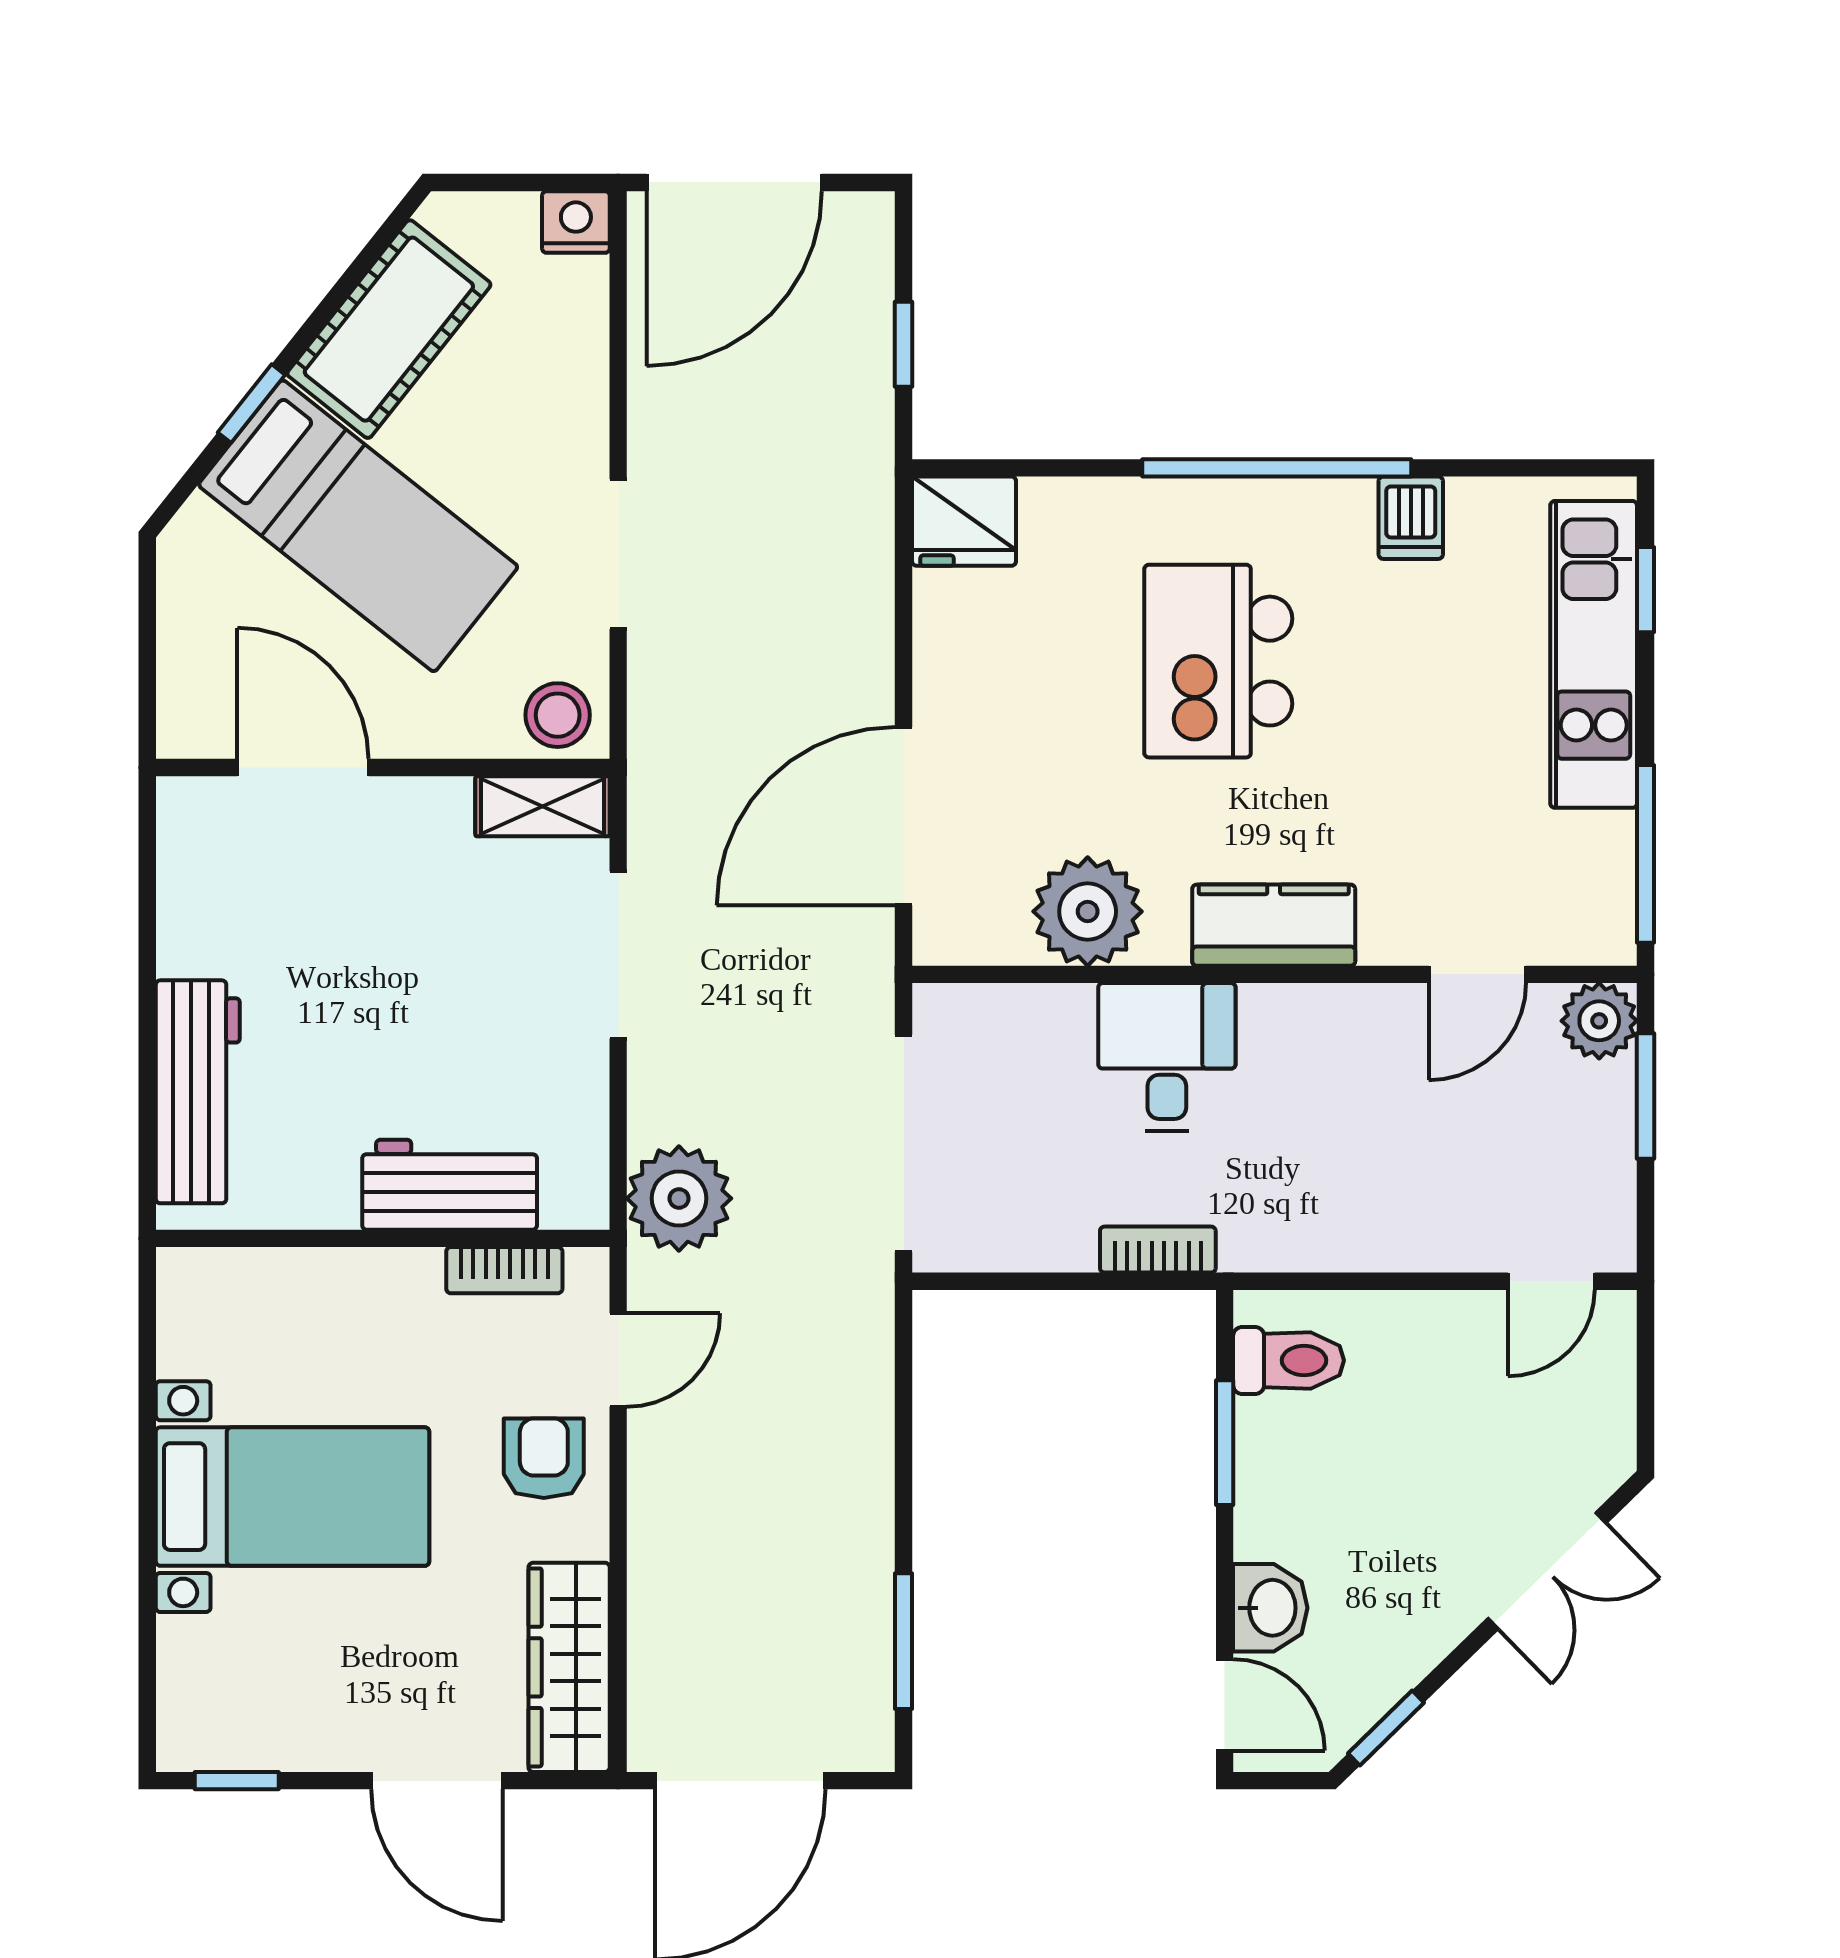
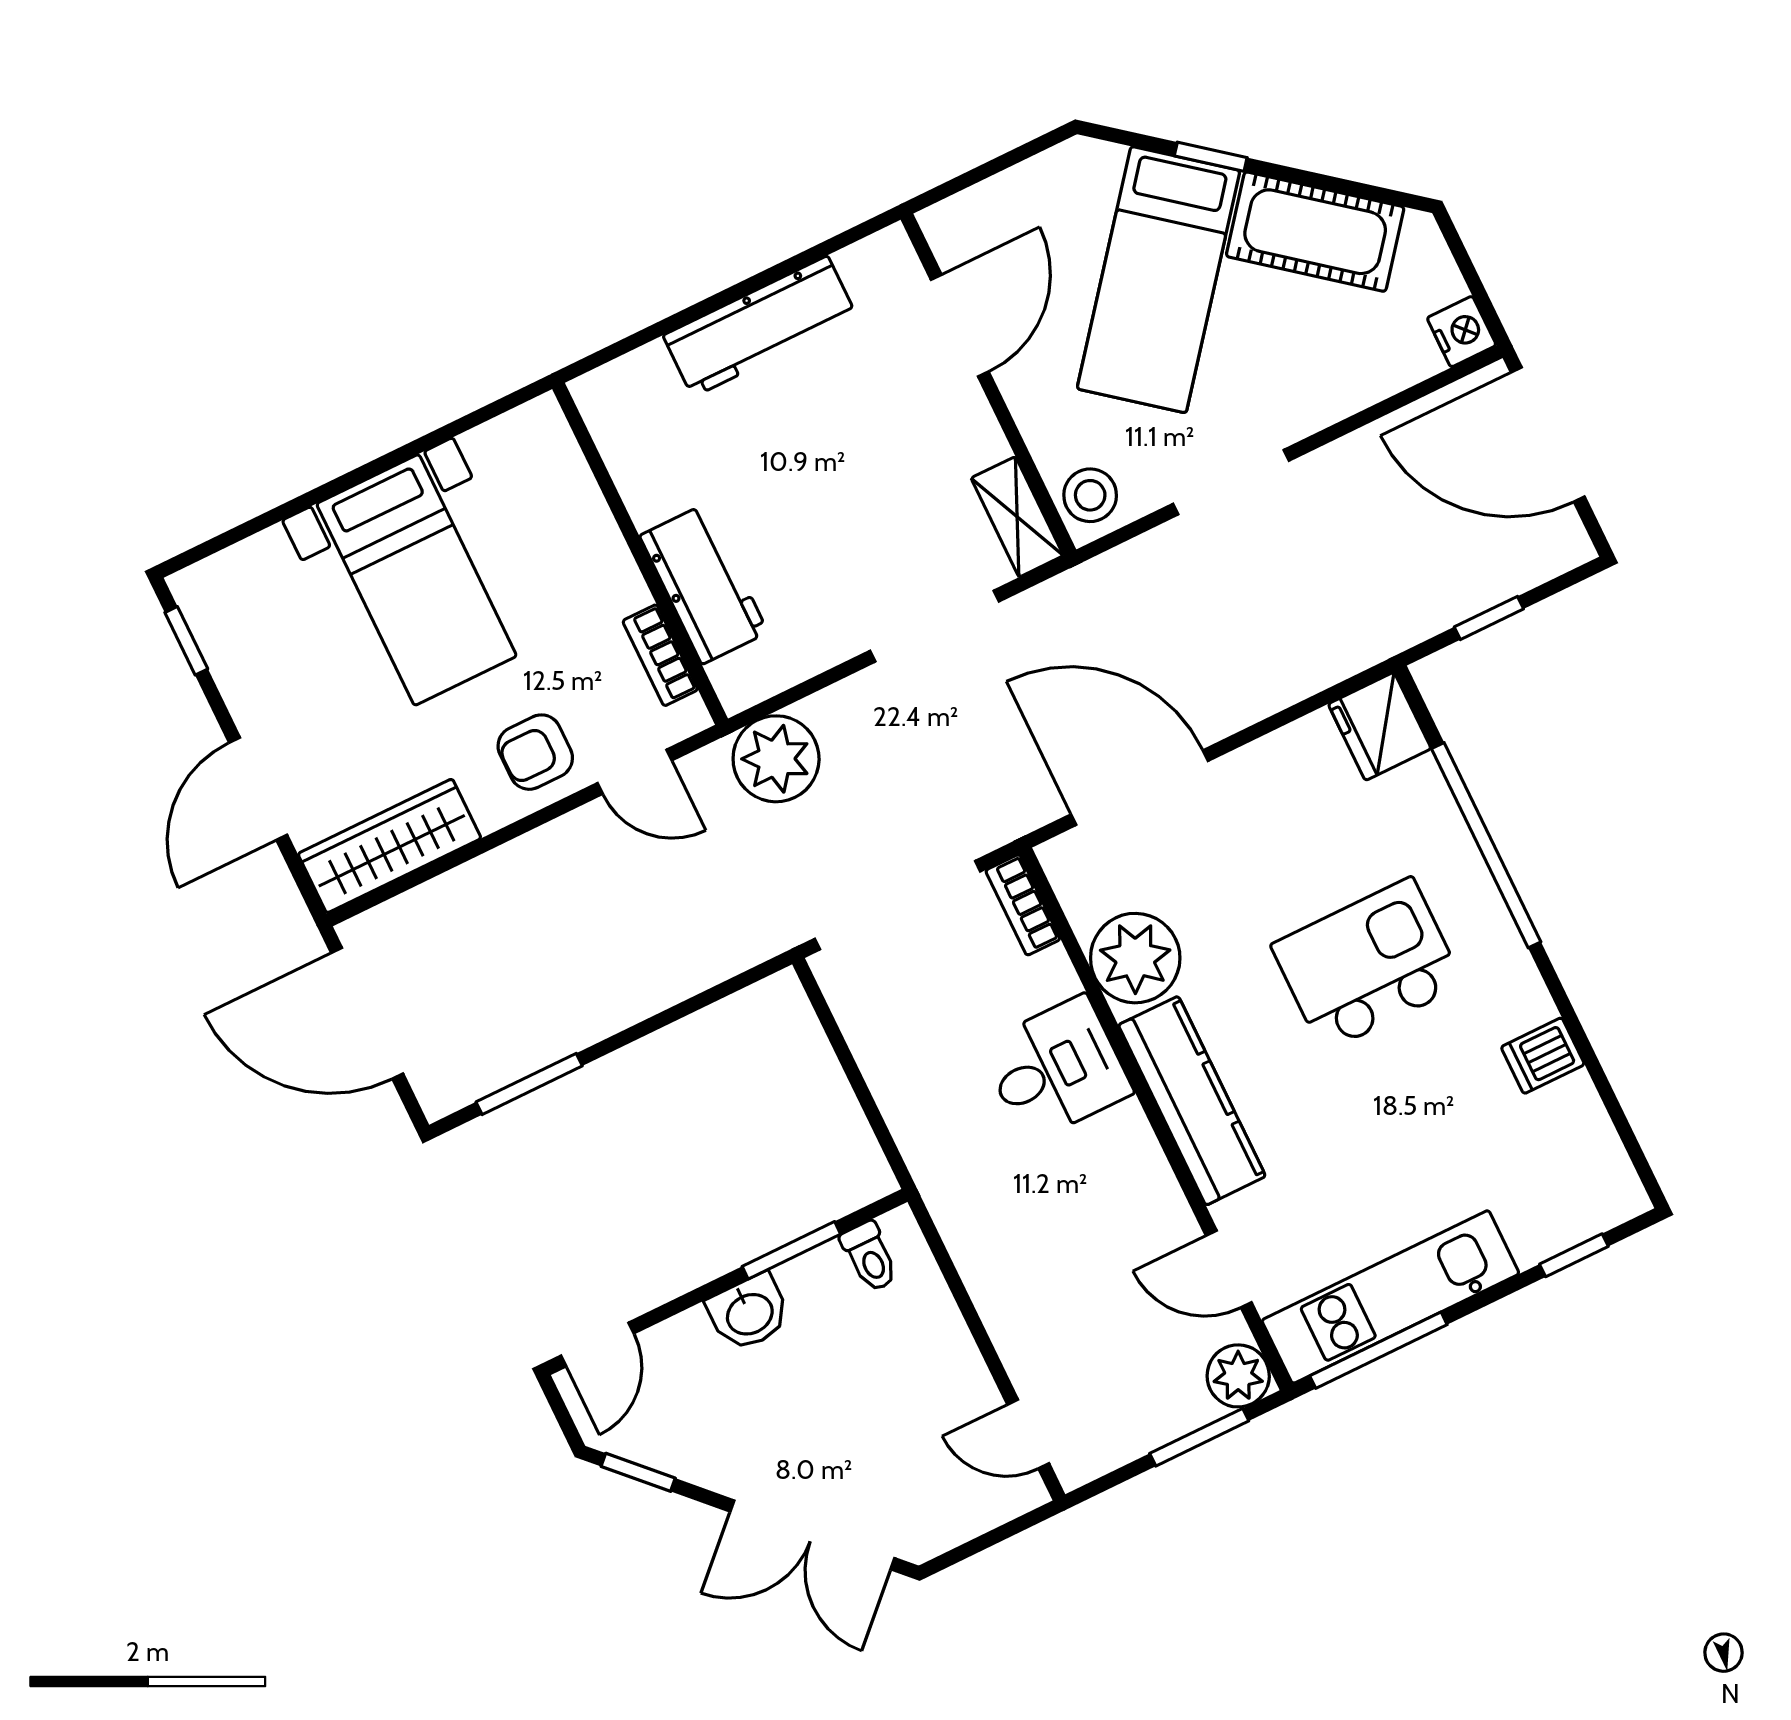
window: (1277, 468) -> (1486, 845), moved
kitchen unit: (1594, 654) -> (1390, 1297), moved
kitchen counter: (1274, 925) -> (1192, 1101), width x1.50
workbench: (198, 1092) -> (760, 326), moved
bookcase: (1158, 1250) -> (1023, 905), moved, turned 180
toilet: (1289, 1360) -> (870, 1257), width x0.73, depth x0.72
armchair: (544, 1458) -> (535, 752), turned 180
double door: (1547, 1571) -> (812, 1535), width x1.37
washbasin: (1270, 1608) -> (749, 1313), moved

